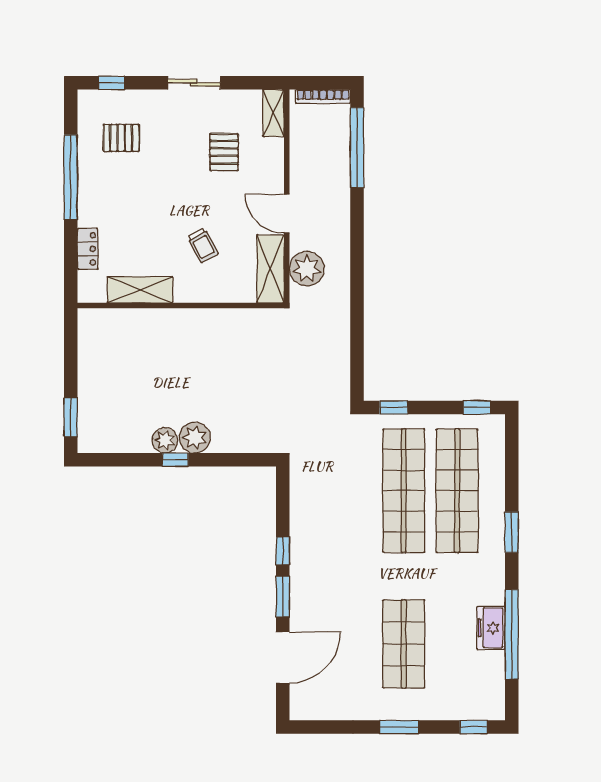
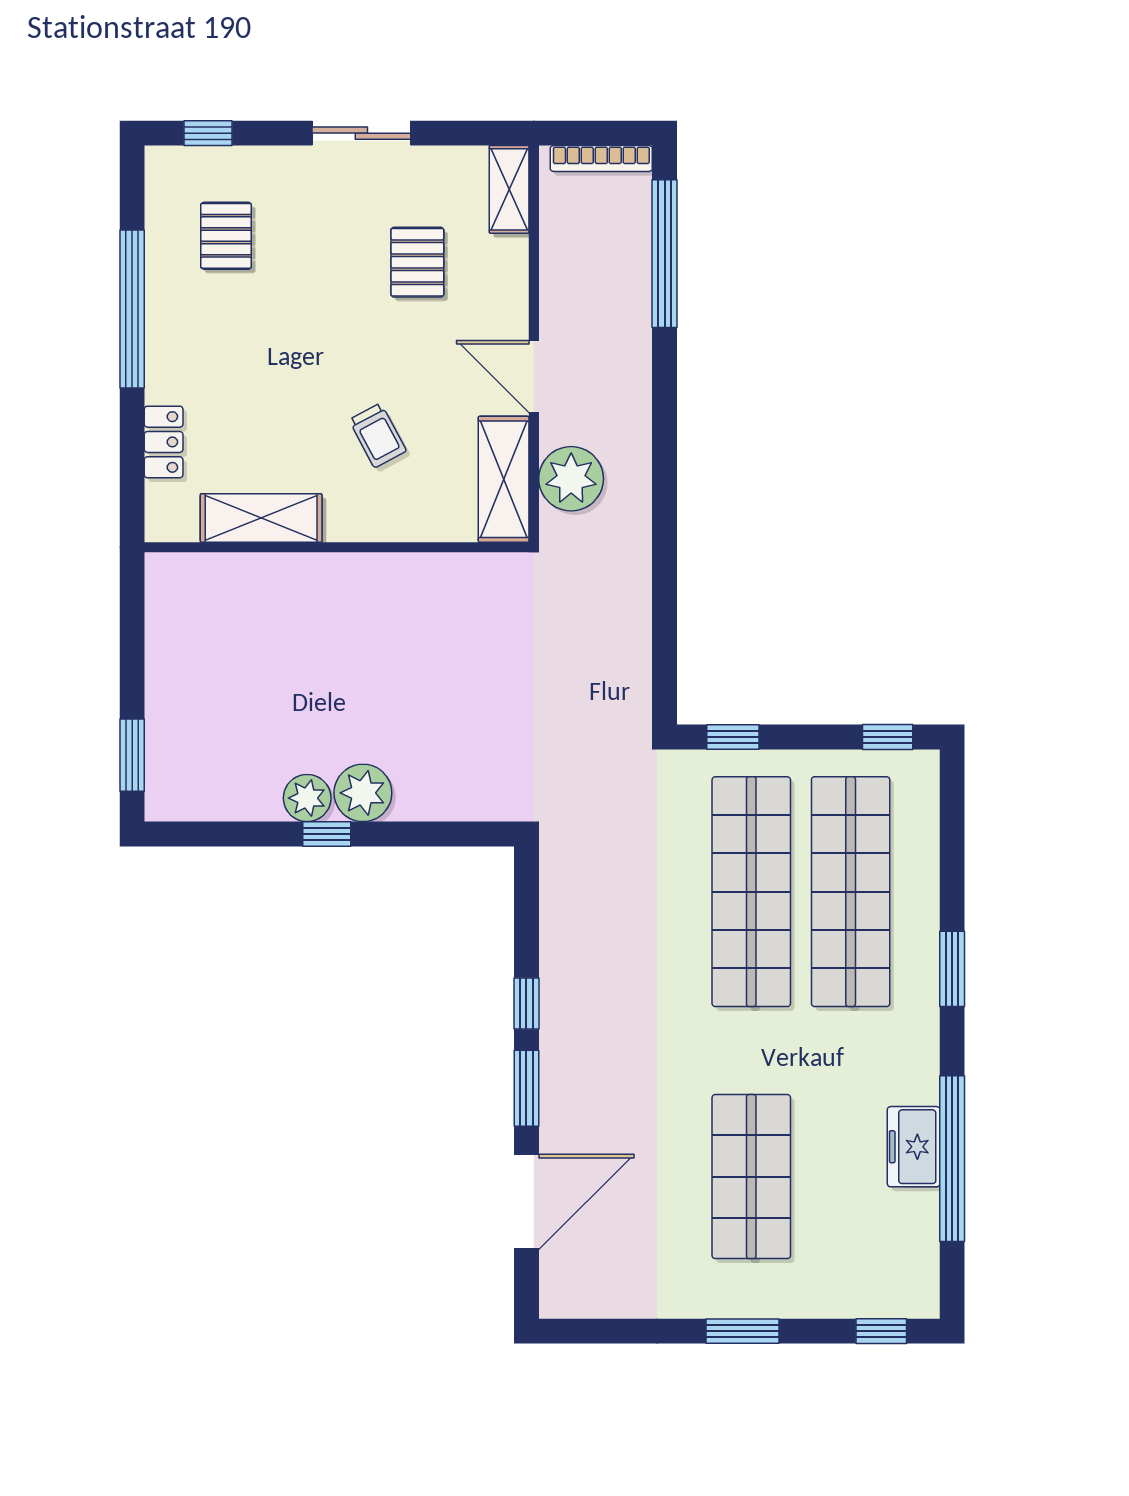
pallet: (121, 138) -> (226, 236), turned 90

